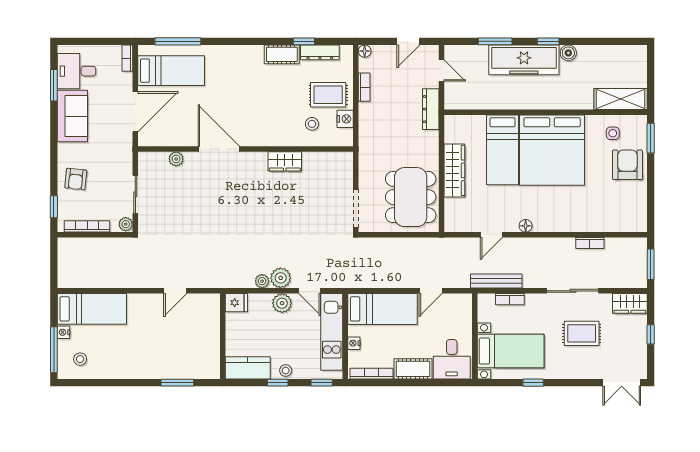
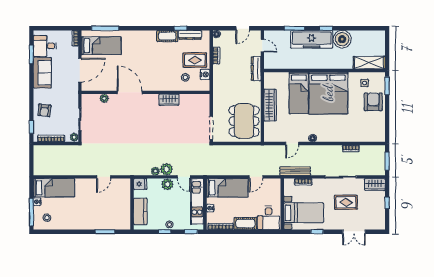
boiler: (568, 53) -> (342, 39), width x1.86, depth x1.86
kitchen counter: (248, 368) -> (140, 211), moved, turned 90
double door: (622, 383) -> (354, 232), moved

